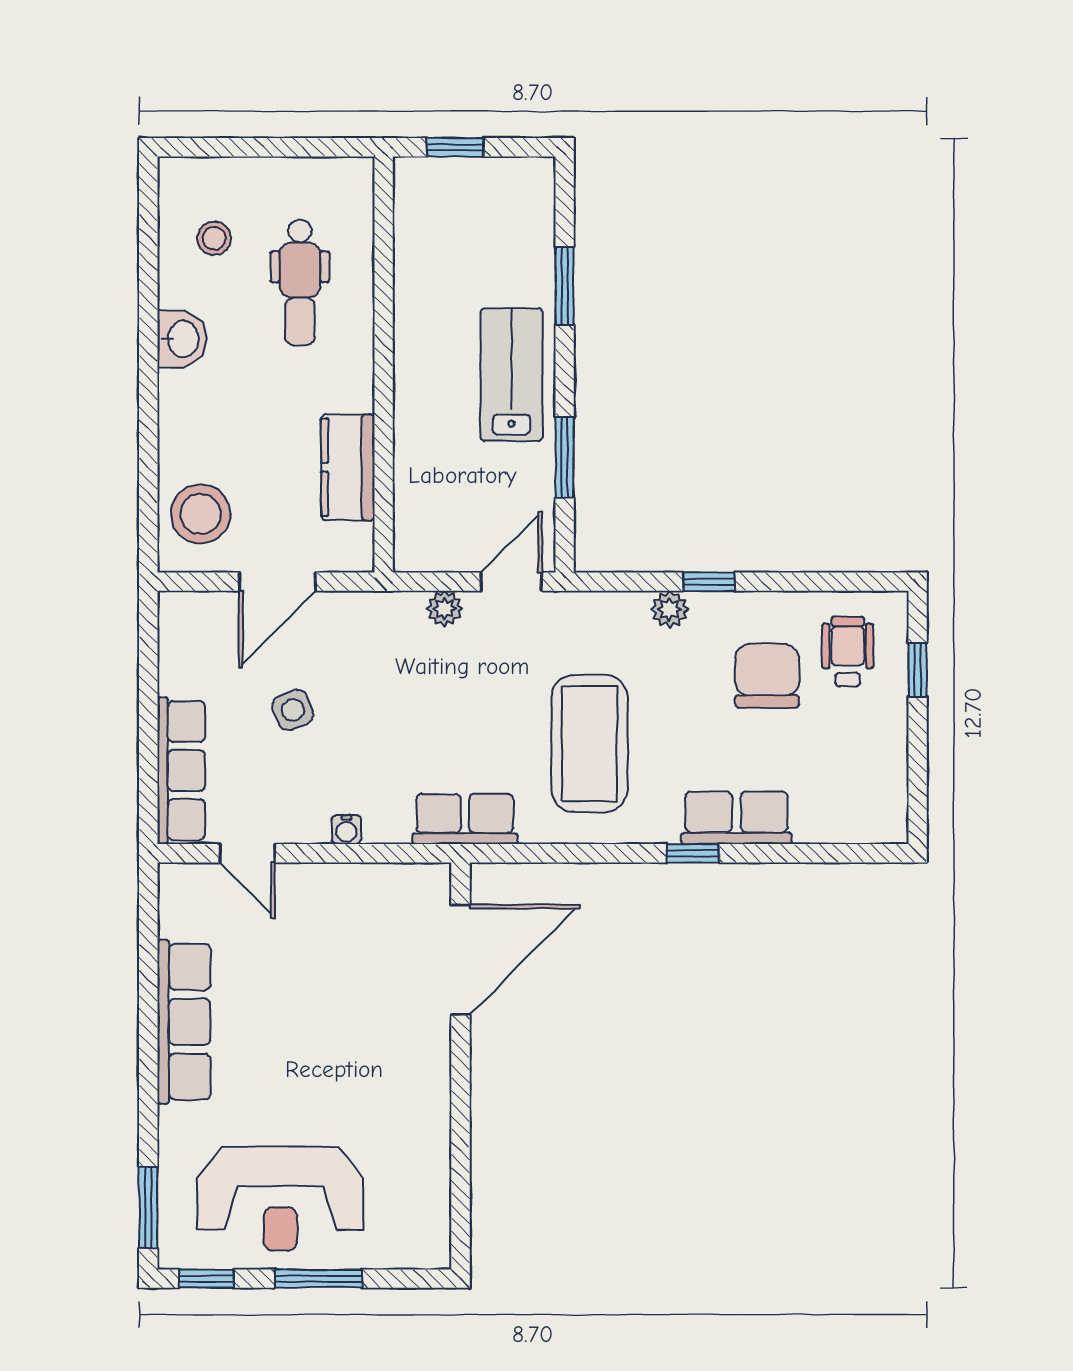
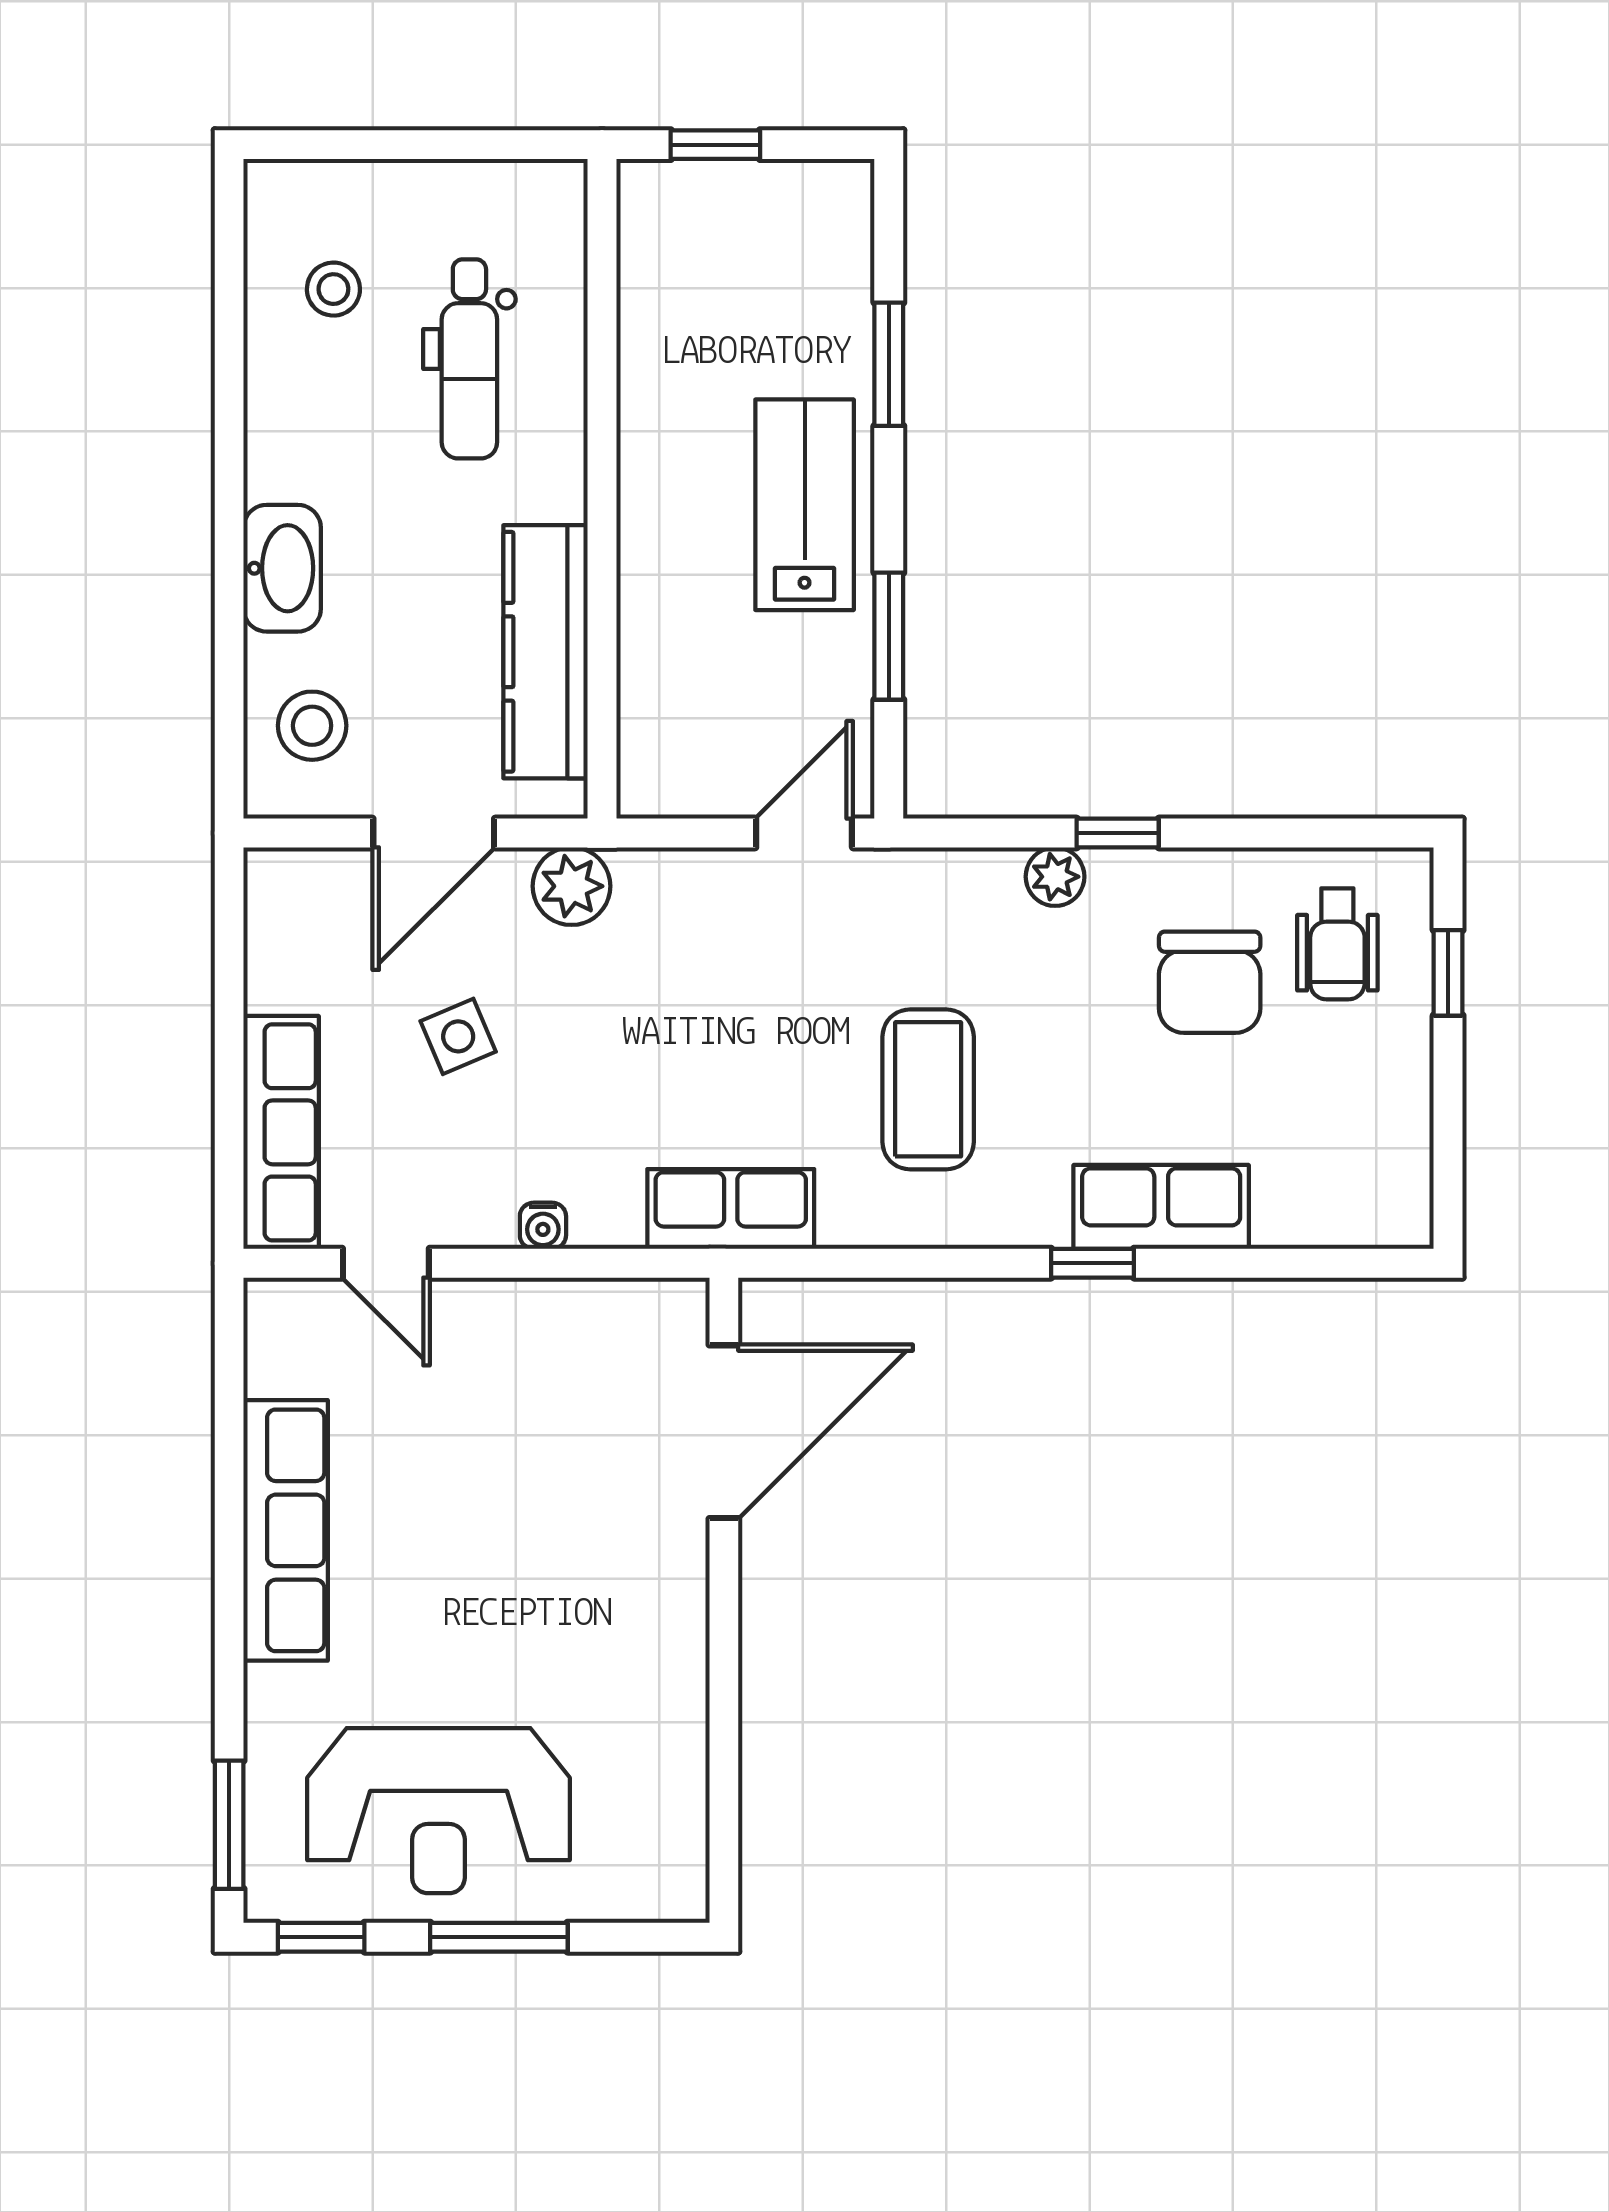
washbasin: (182, 339) -> (282, 568), moved, width x1.38
kitchen counter: (348, 467) -> (545, 652), width x1.50
stool: (201, 514) -> (312, 726), width x0.73, depth x0.73
plant: (445, 609) -> (571, 886), moved, width x1.38, depth x1.38
wheelchair: (848, 652) -> (1337, 944), turned 180
chair: (767, 676) -> (1210, 982), turned 180
coffee table: (589, 743) -> (928, 1089), width x0.73, depth x0.76

